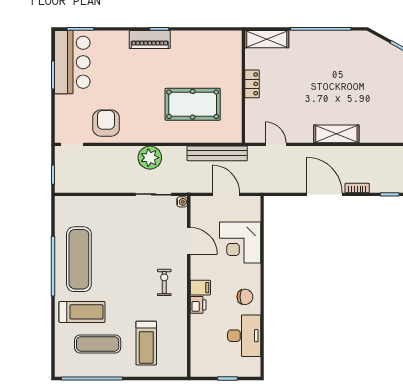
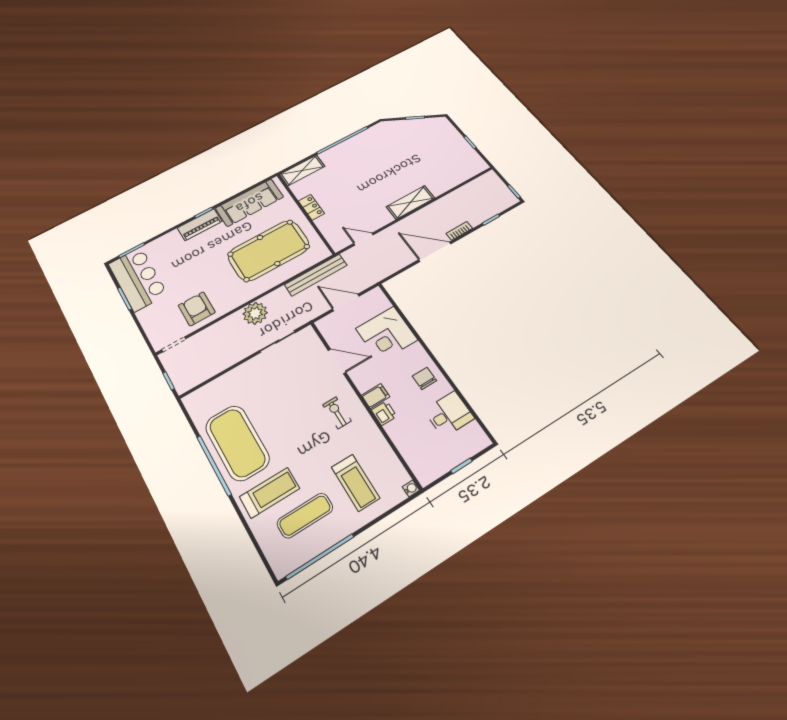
sofa: (203, 44) -> (250, 203), added
pool table: (193, 104) -> (269, 250), width x1.36, depth x1.32
water cooler: (182, 202) -> (411, 488), moved
exercise mat: (79, 259) -> (237, 443), width x1.47
chair: (245, 297) -> (424, 378), turned -90
desk: (244, 336) -> (449, 414), width x0.73

